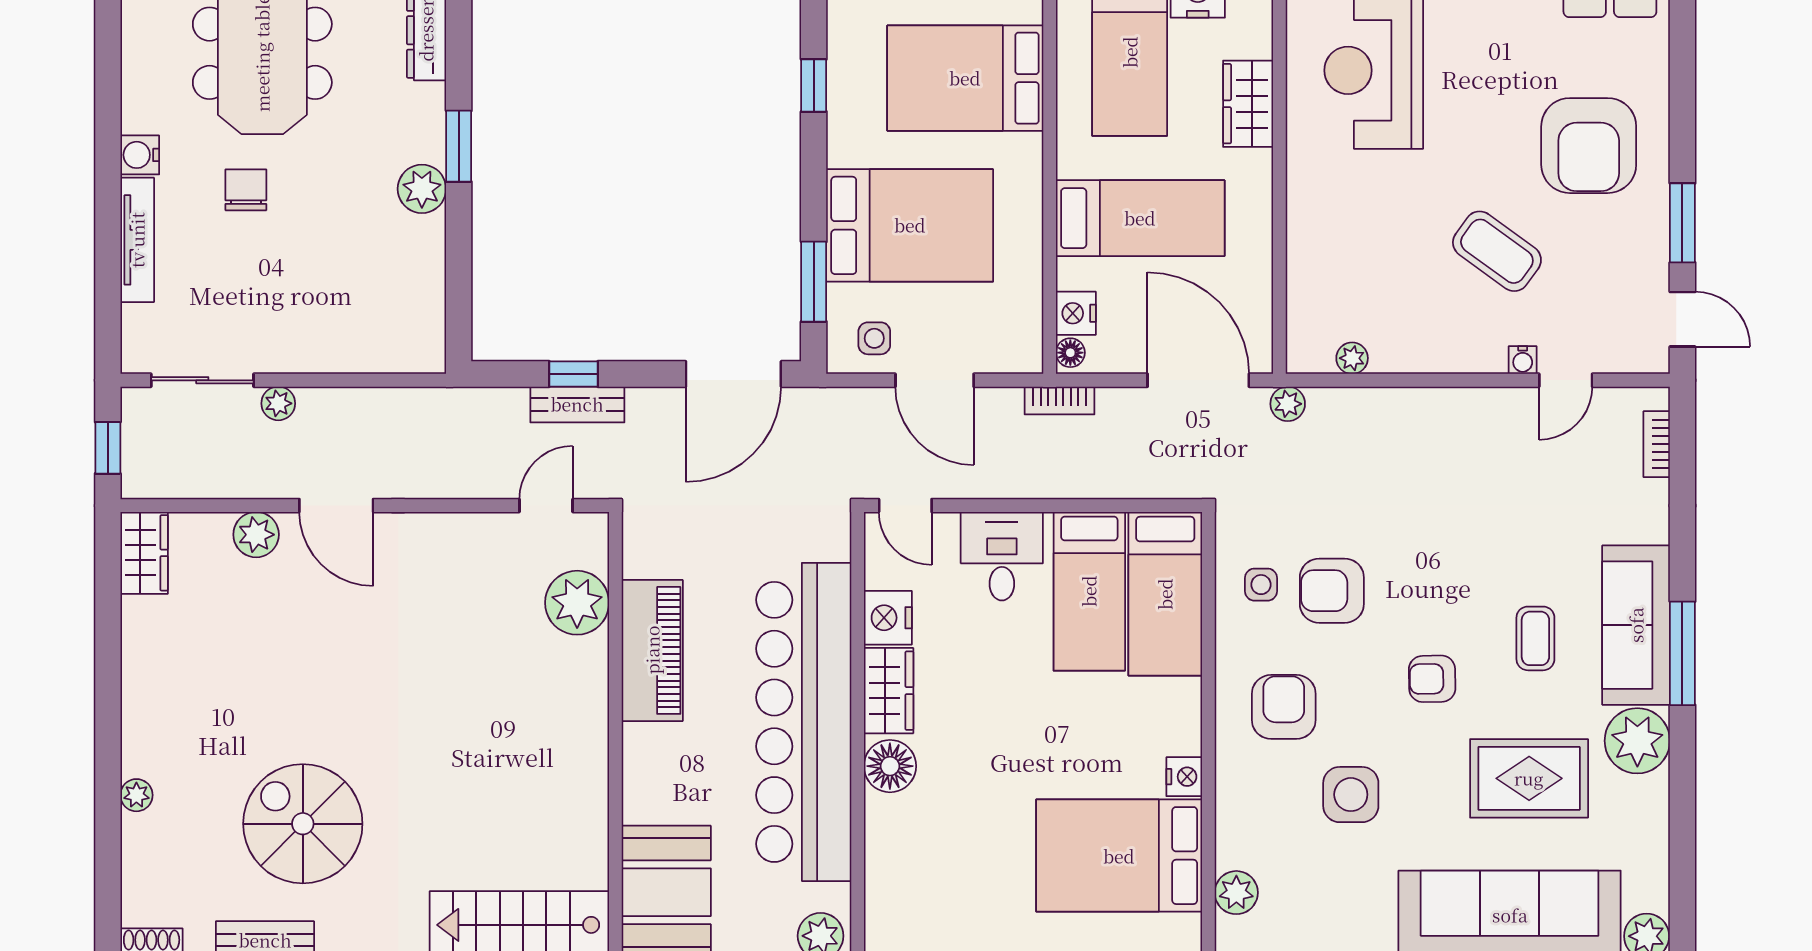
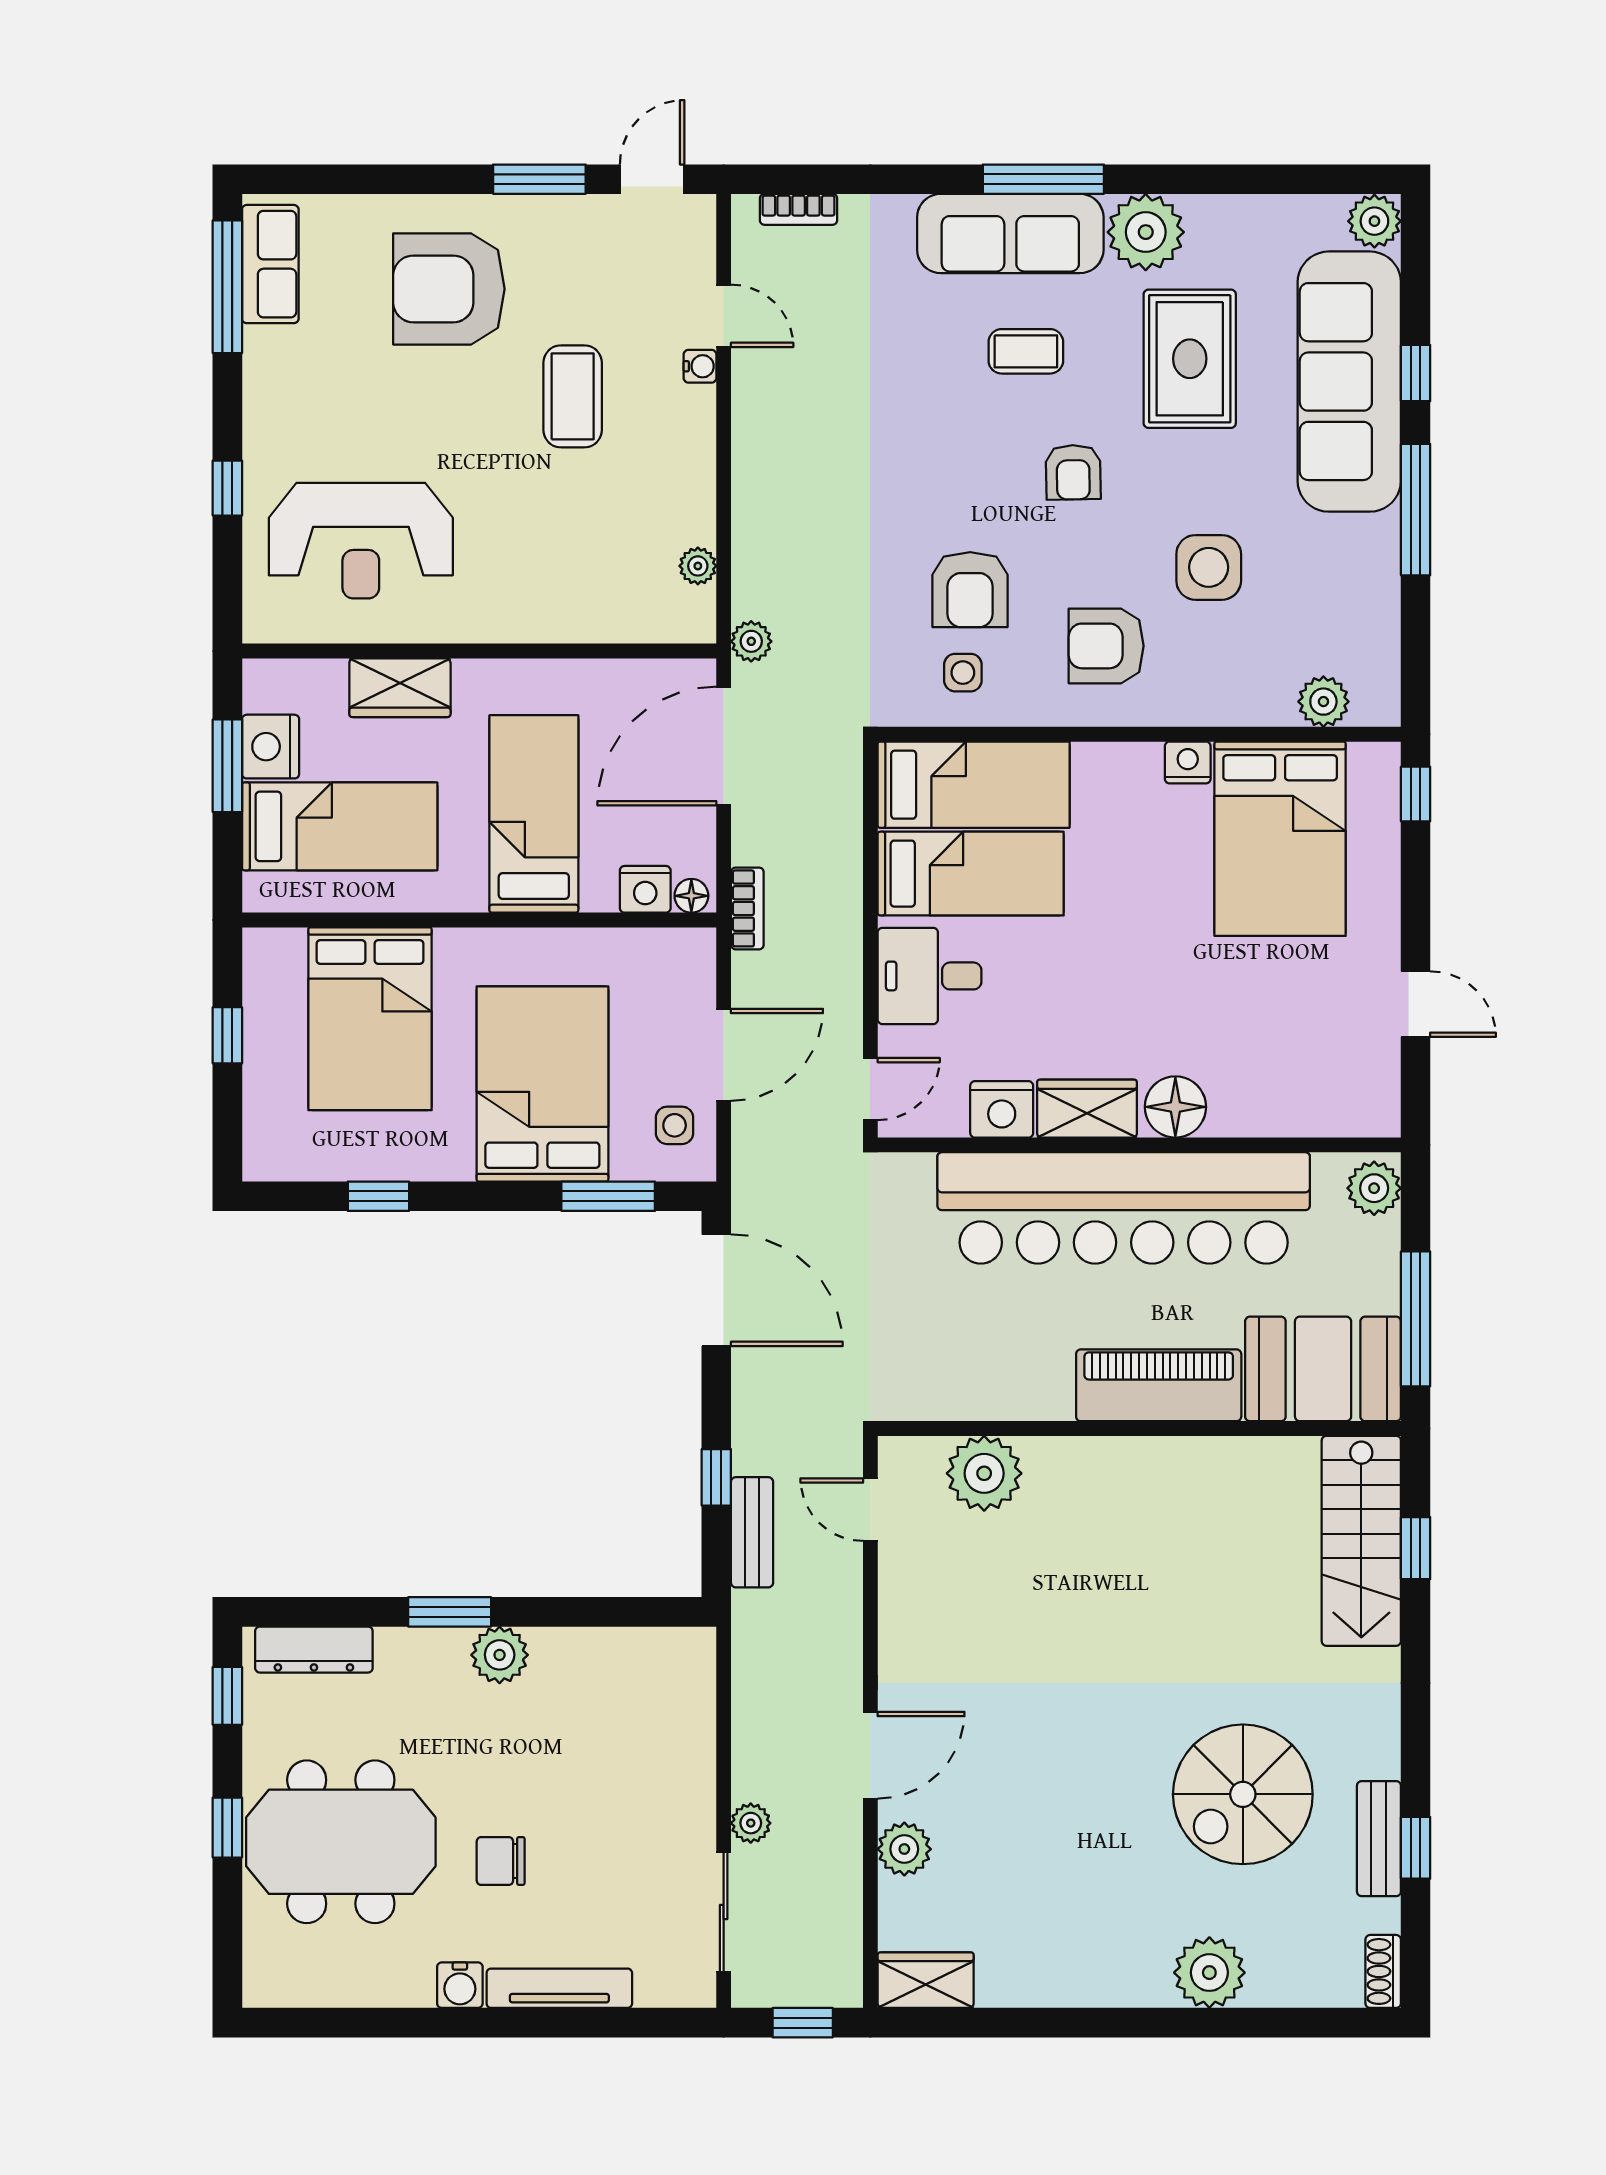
armchair: (1589, 146) -> (449, 289), turned 180
coffee table: (1497, 251) -> (573, 396), turned -36
bench: (577, 404) -> (752, 1532), moved
piano: (652, 650) -> (1159, 1385), moved
plant: (136, 795) -> (1209, 1973), width x1.88, depth x1.88

